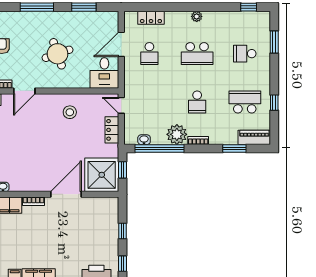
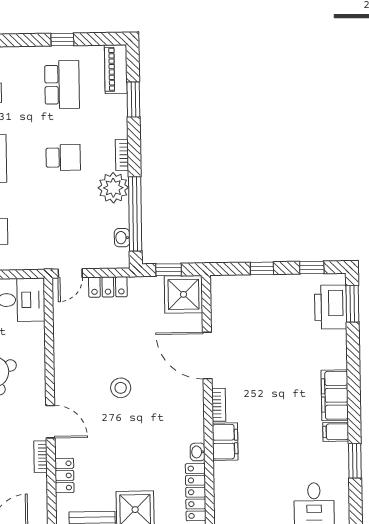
school desk: (245, 102) -> (62, 85), turned 180
stool: (70, 112) -> (121, 388), moved
shower: (102, 175) -> (184, 294), width x0.73, depth x0.73

